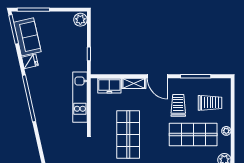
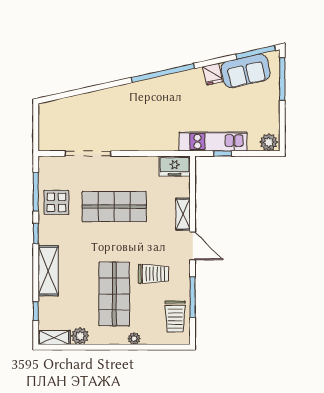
door: (157, 76) -> (193, 246), swing flipped
freezer: (109, 86) -> (175, 166), moved, turned -90
kitchen unit: (80, 97) -> (213, 142), moved
trolley: (210, 103) -> (175, 316), moved
plant: (226, 131) -> (134, 339), moved

